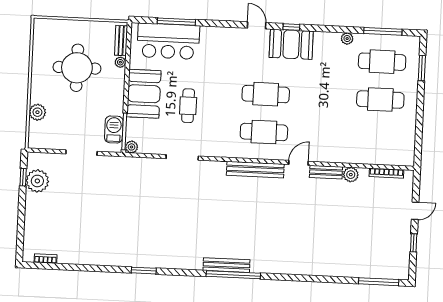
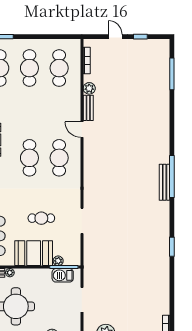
cafe table: (378, 137) -> (59, 68), added
plant: (132, 147) -> (58, 261), moved
bench: (255, 170) -> (89, 163), removed
window: (379, 282) -> (172, 74), moved

